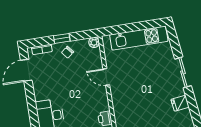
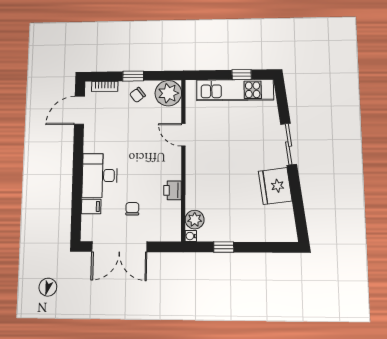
window: (142, 26) -> (242, 75), added
plant: (94, 42) -> (168, 93), width x1.88, depth x1.88
fridge: (180, 103) -> (275, 186), width x1.88, depth x1.34

